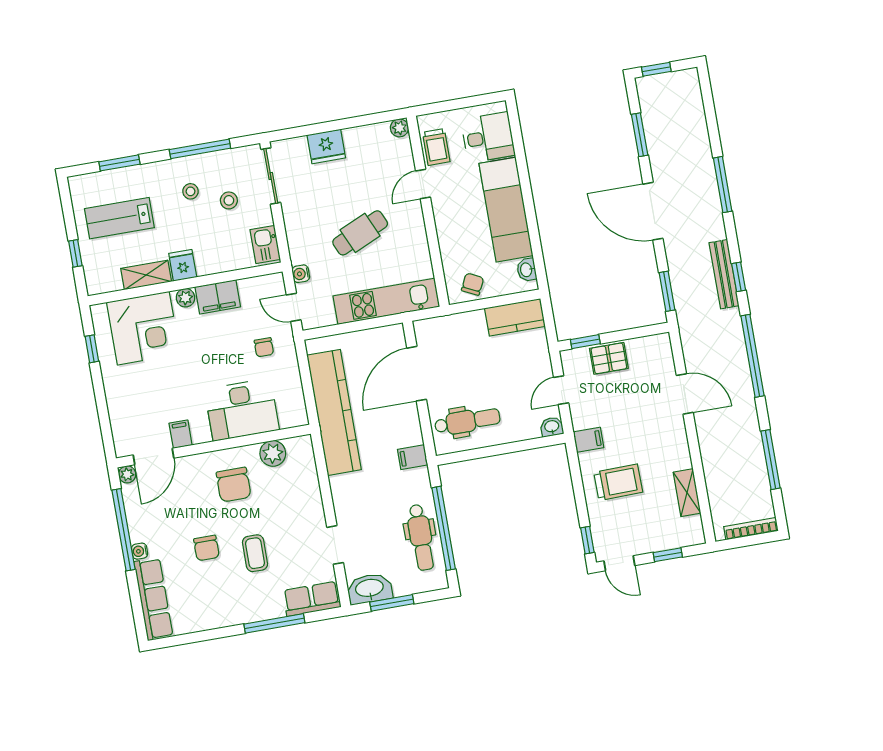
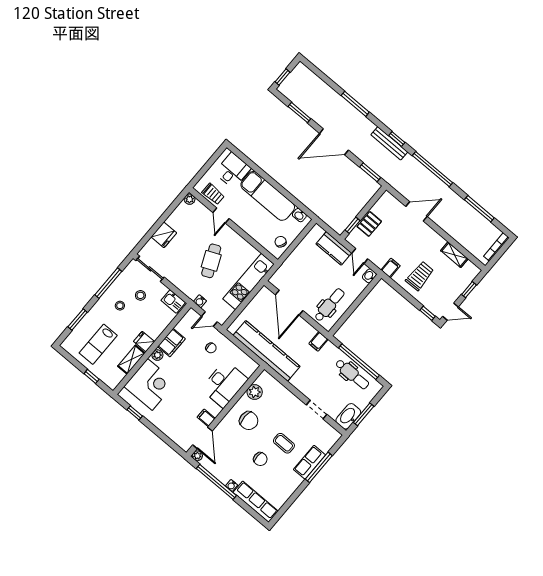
kitchen counter: (515, 317) -> (334, 248), moved, turned 90
row of seats: (312, 599) -> (310, 462), moved

